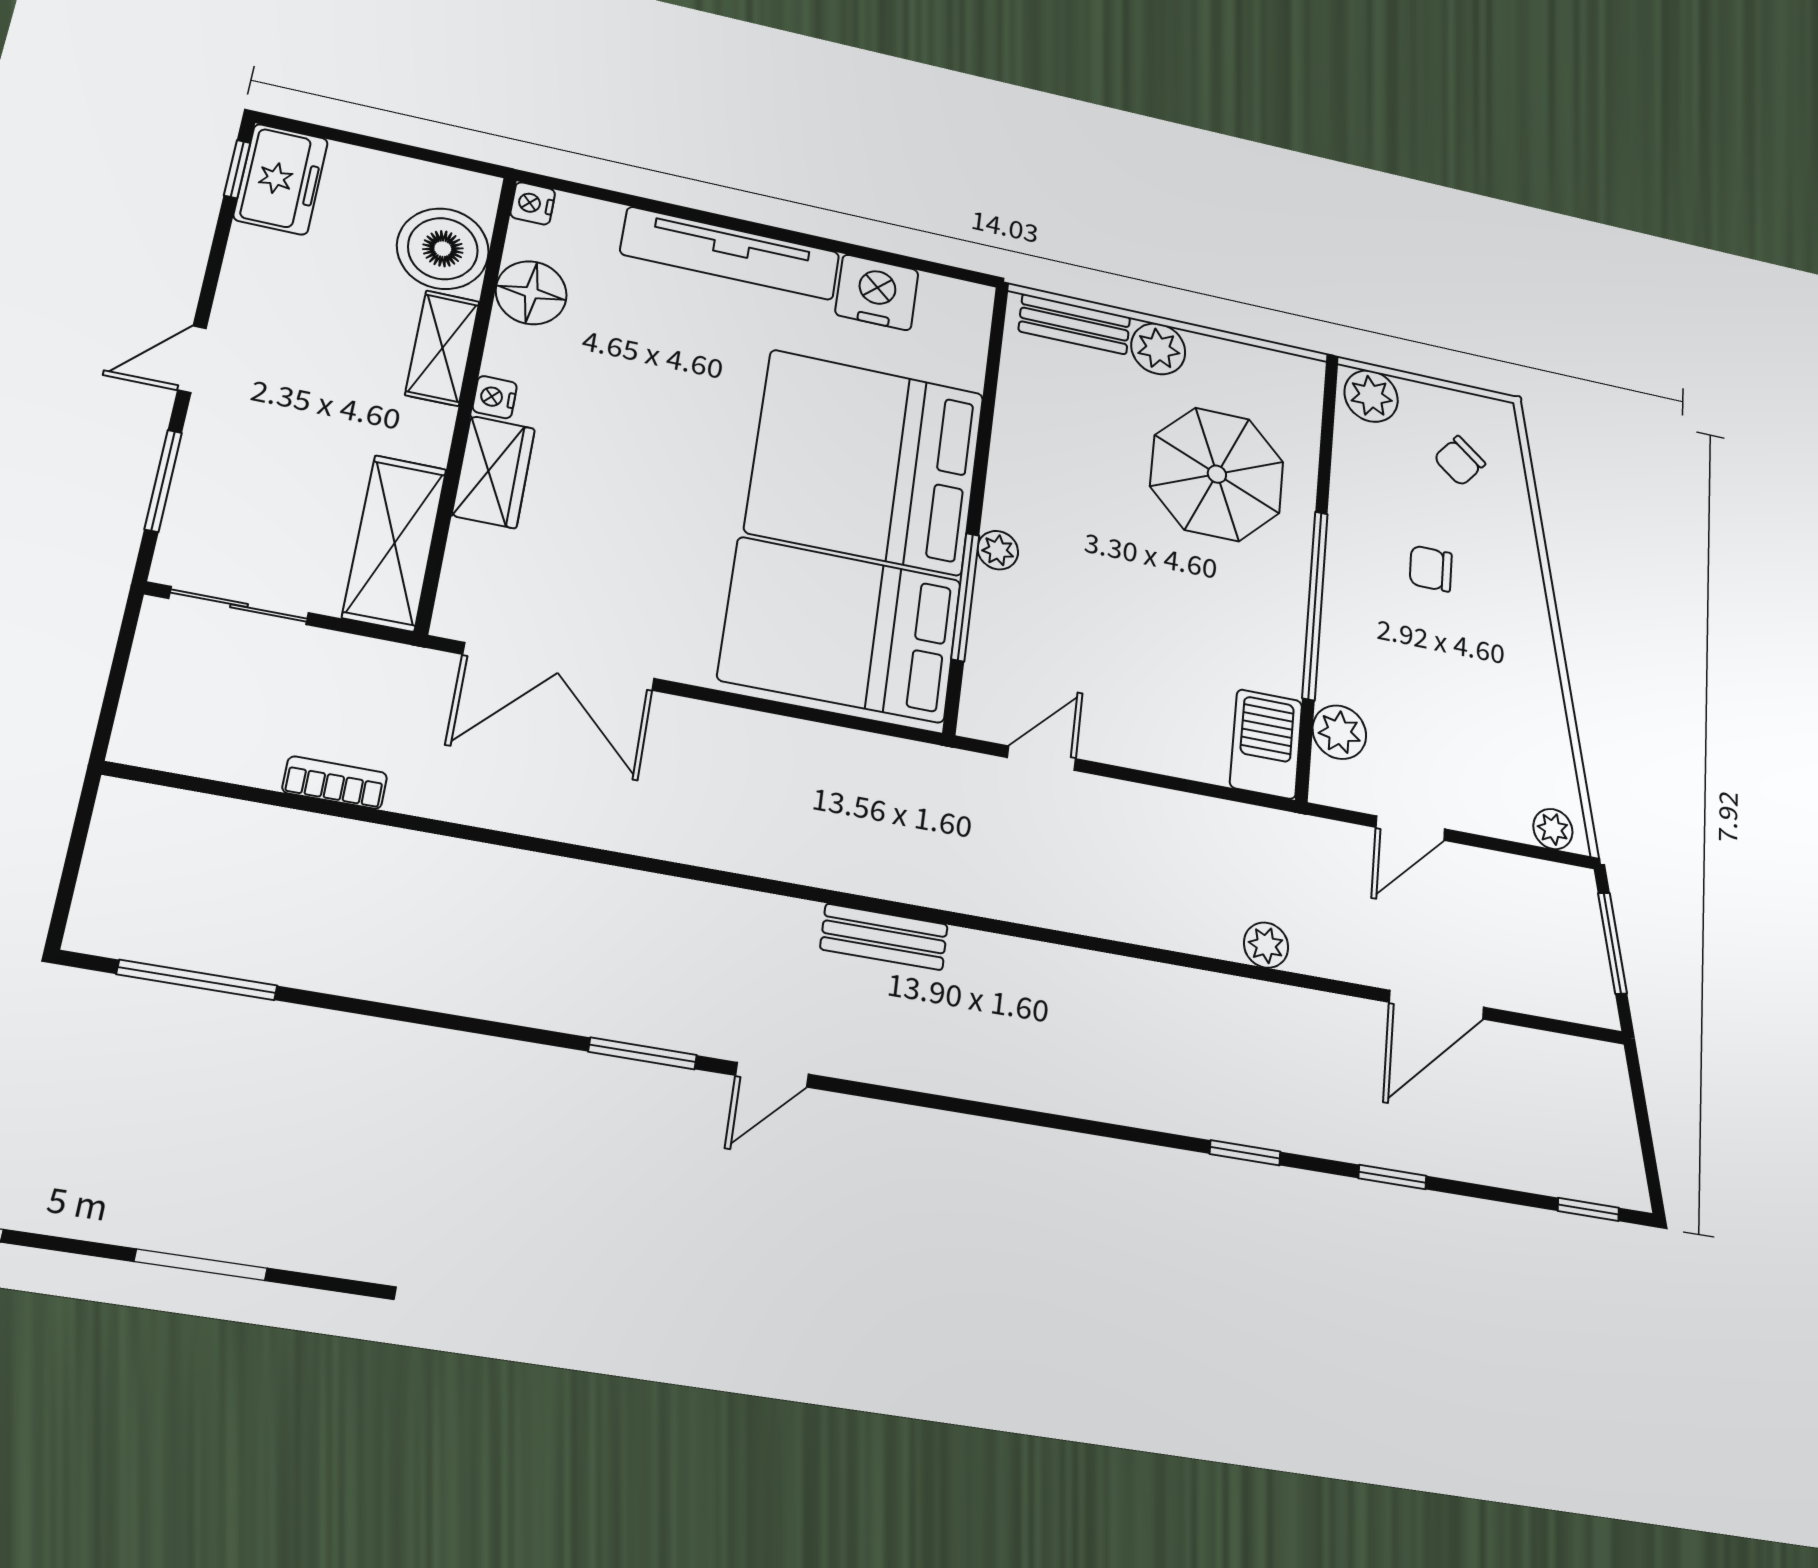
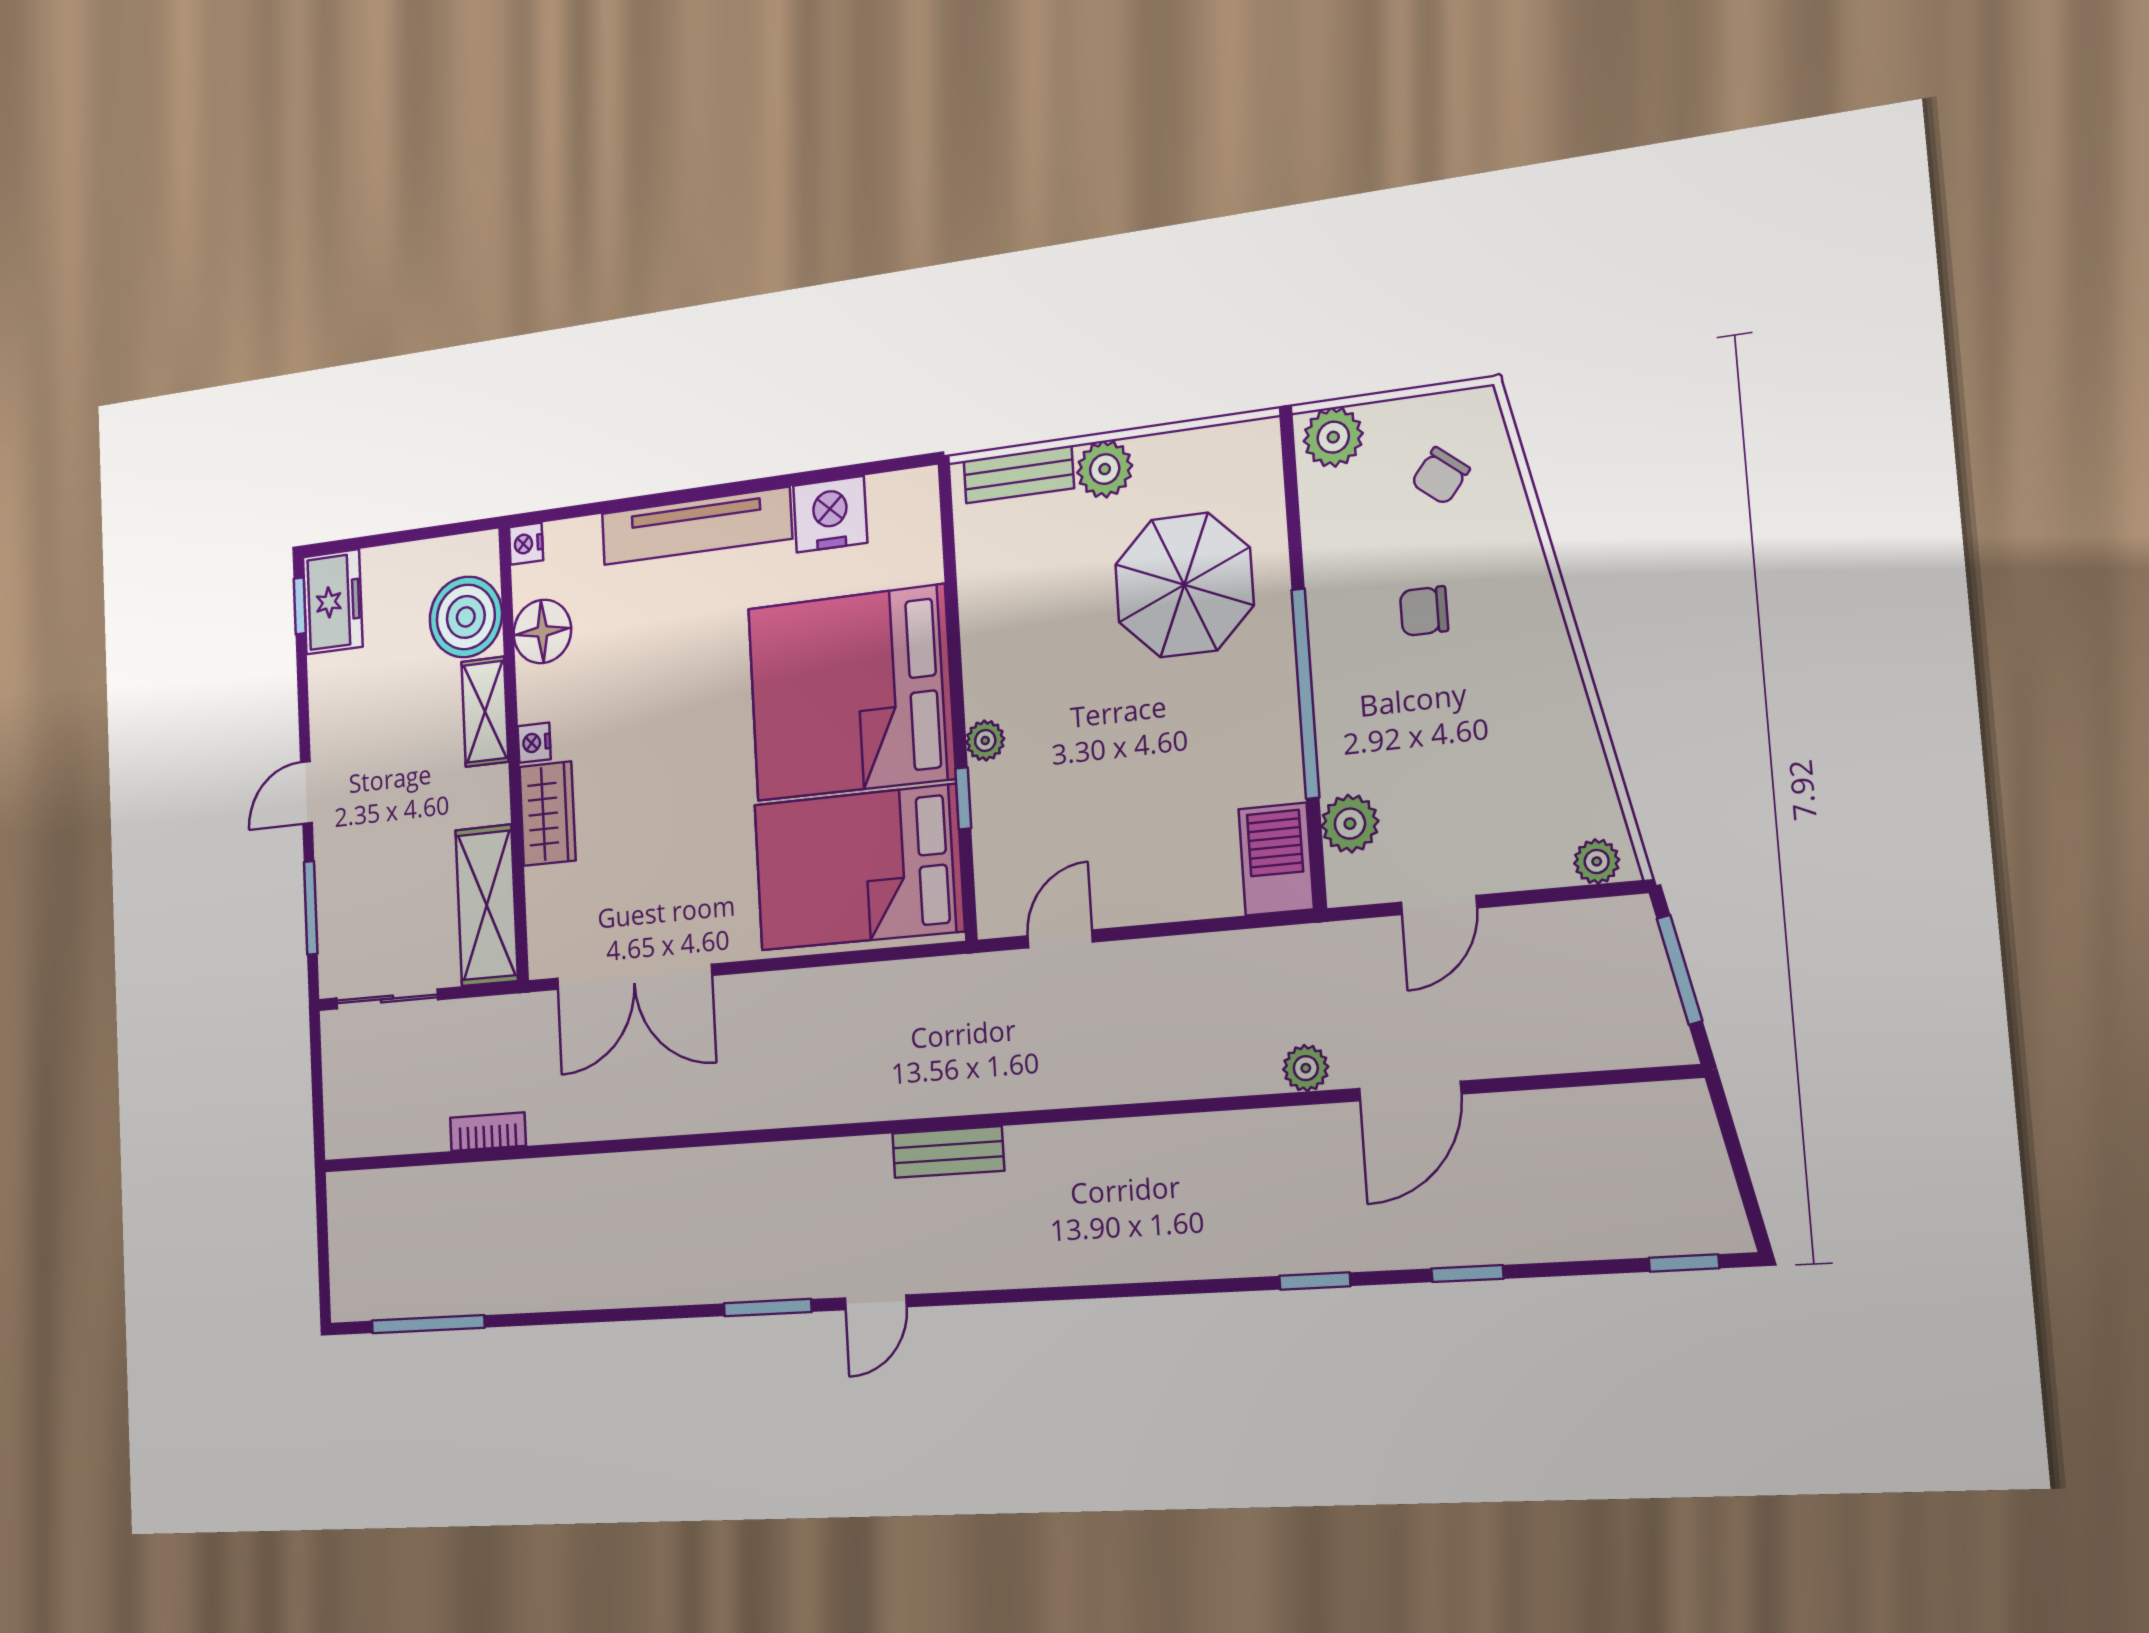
window: (965, 597) -> (963, 798), width x0.46
door: (1436, 1005) -> (1410, 1091), moved

